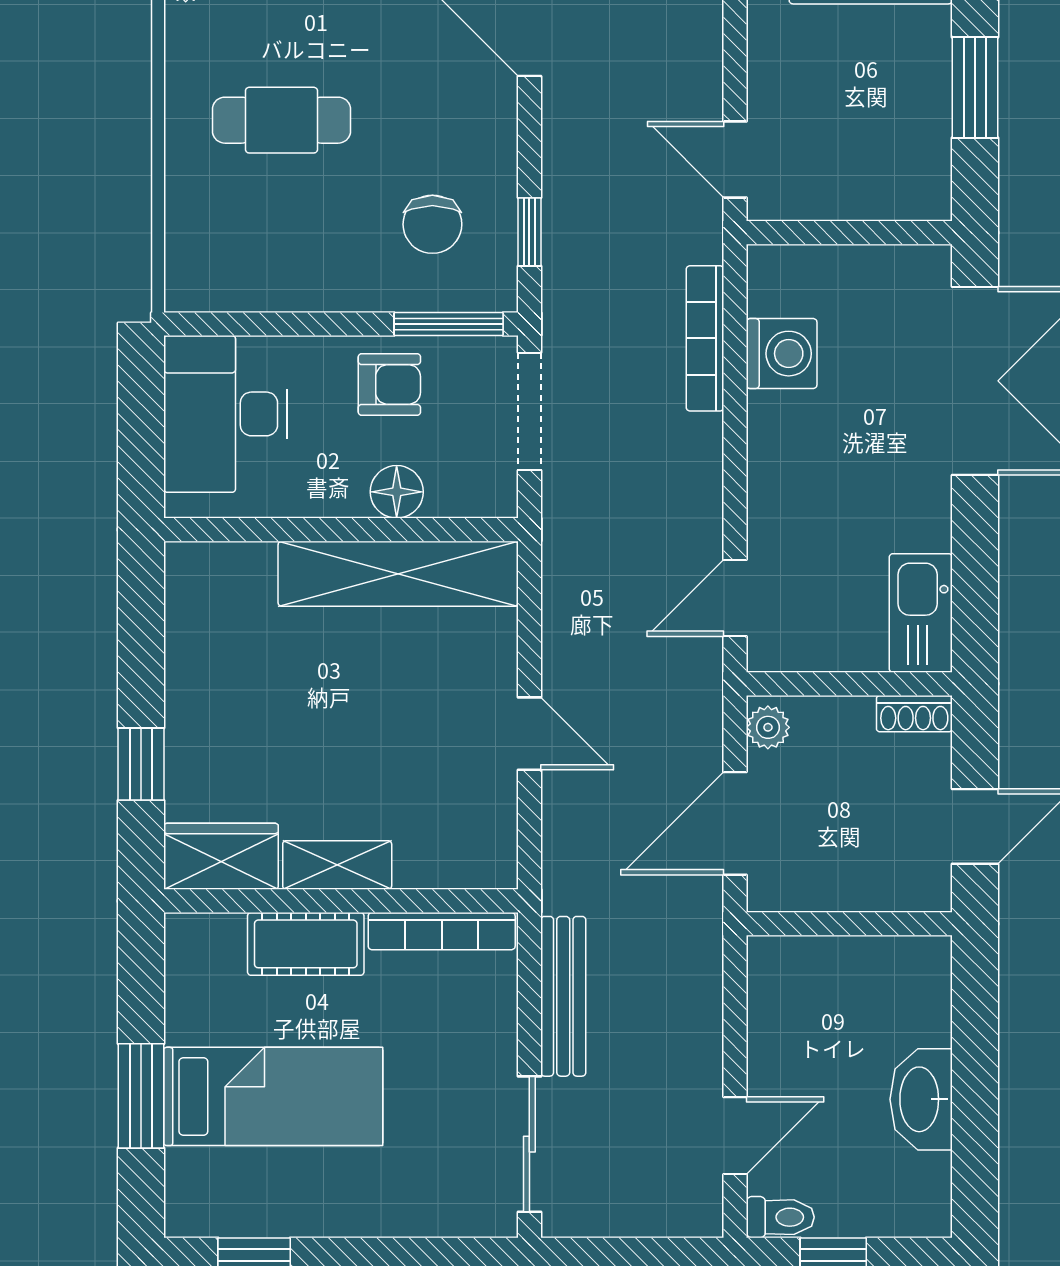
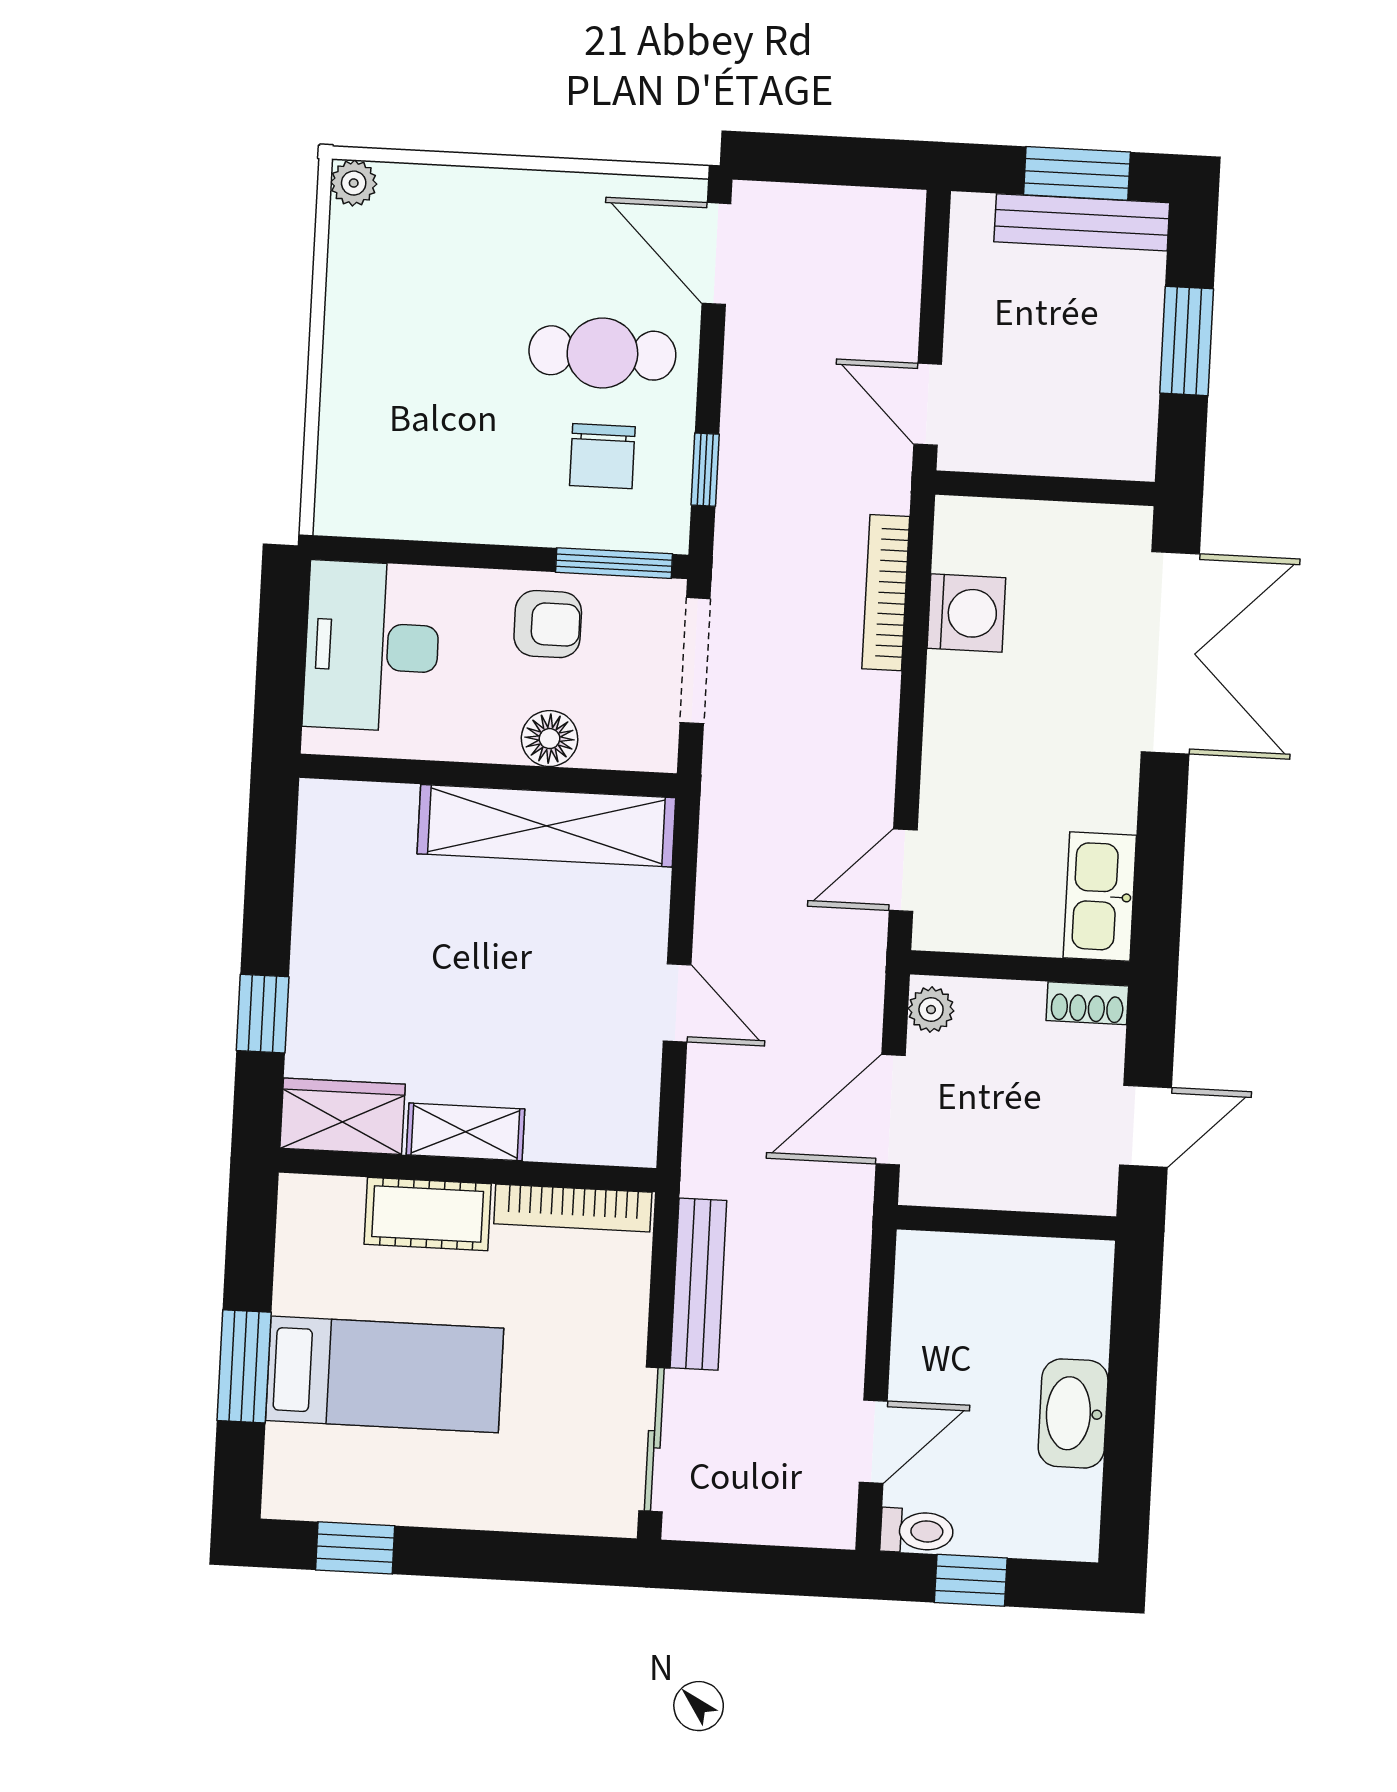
cafe table: (281, 120) -> (602, 353), moved

